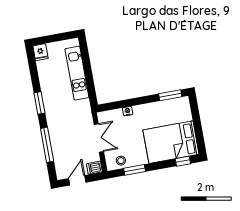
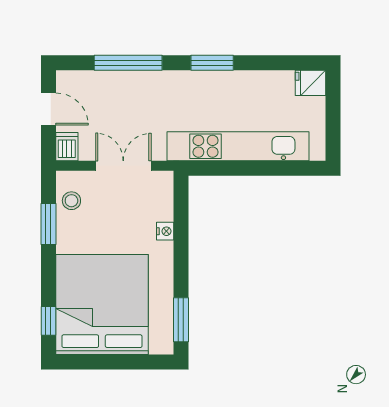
kitchen unit: (77, 73) -> (238, 146), width x1.36
double door: (99, 138) -> (123, 166), swing flipped
bed: (171, 142) -> (102, 305), width x1.36

